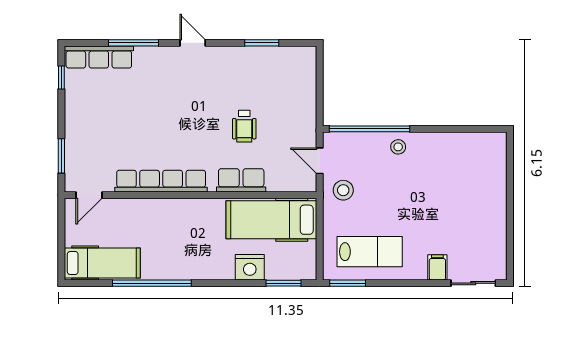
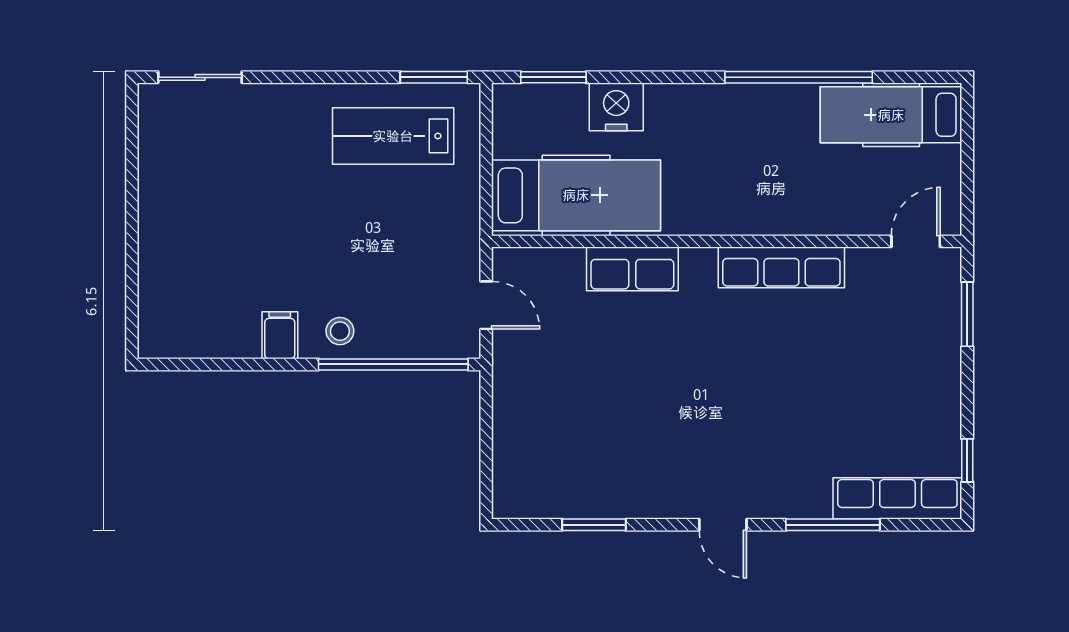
wheelchair: (244, 126) -> (627, 370), removed
row of seats: (161, 181) -> (781, 267), width x0.73
stool: (343, 190) -> (442, 250), removed
filing cabinet: (437, 267) -> (280, 335), moved, turned 180

